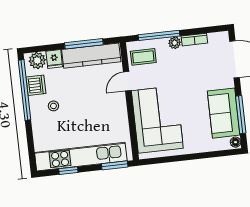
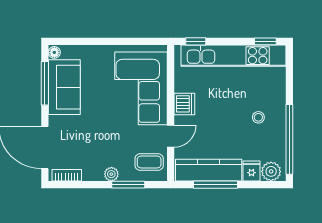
window: (159, 35) -> (128, 185), width x0.69
bookcase: (194, 40) -> (67, 175), moved
dishwasher: (36, 85) -> (184, 104), moved, turned 180
window: (115, 165) -> (196, 41), width x0.67
window: (68, 171) -> (265, 41), moved

